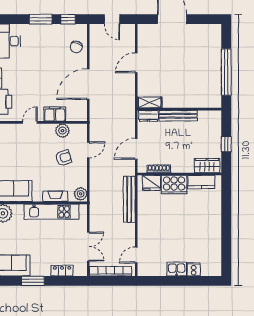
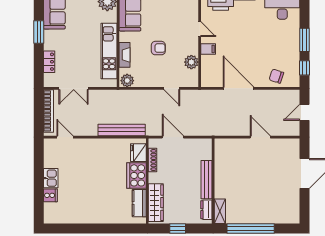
shelving: (150, 103) -> (220, 211), moved
filing cabinet: (55, 114) -> (208, 49), width x0.50
dresser: (148, 116) -> (206, 210), moved
armchair: (63, 158) -> (158, 48), moved, turned -71
wardrobe: (207, 166) -> (156, 203), width x1.50

